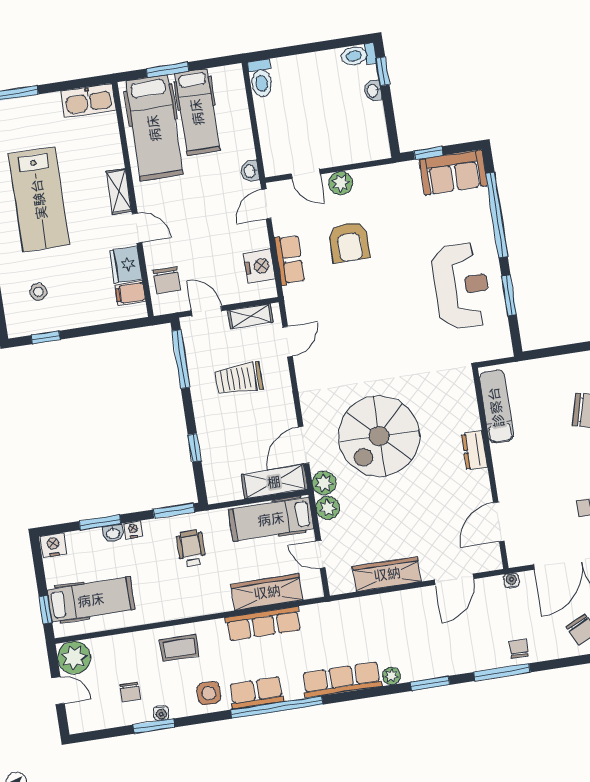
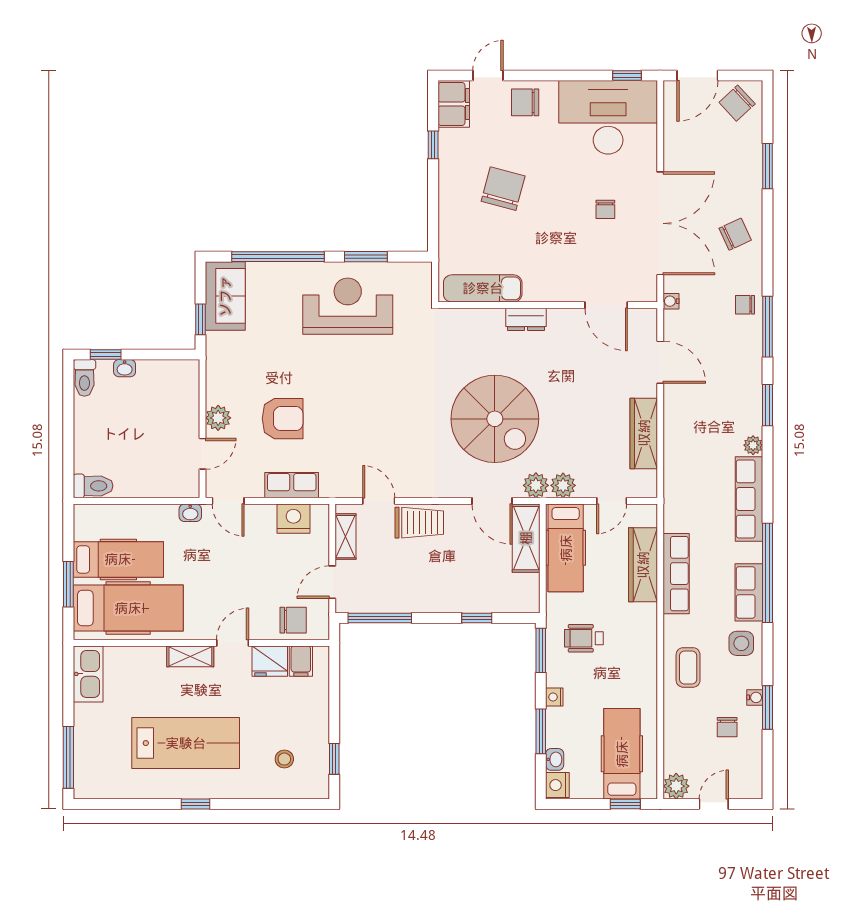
trolley: (239, 379) -> (419, 523), moved, turned -90
washbasin: (113, 533) -> (555, 759), moved
plant: (74, 657) -> (676, 786), width x0.73, depth x0.73
chair: (130, 692) -> (727, 727), turned 90

